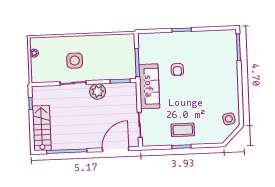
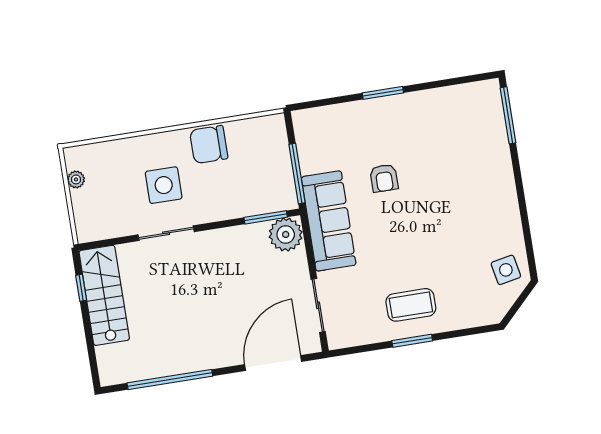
chair: (98, 44) -> (209, 144), added
plant: (98, 91) -> (286, 234), moved
stairs: (42, 128) -> (104, 295), moved

